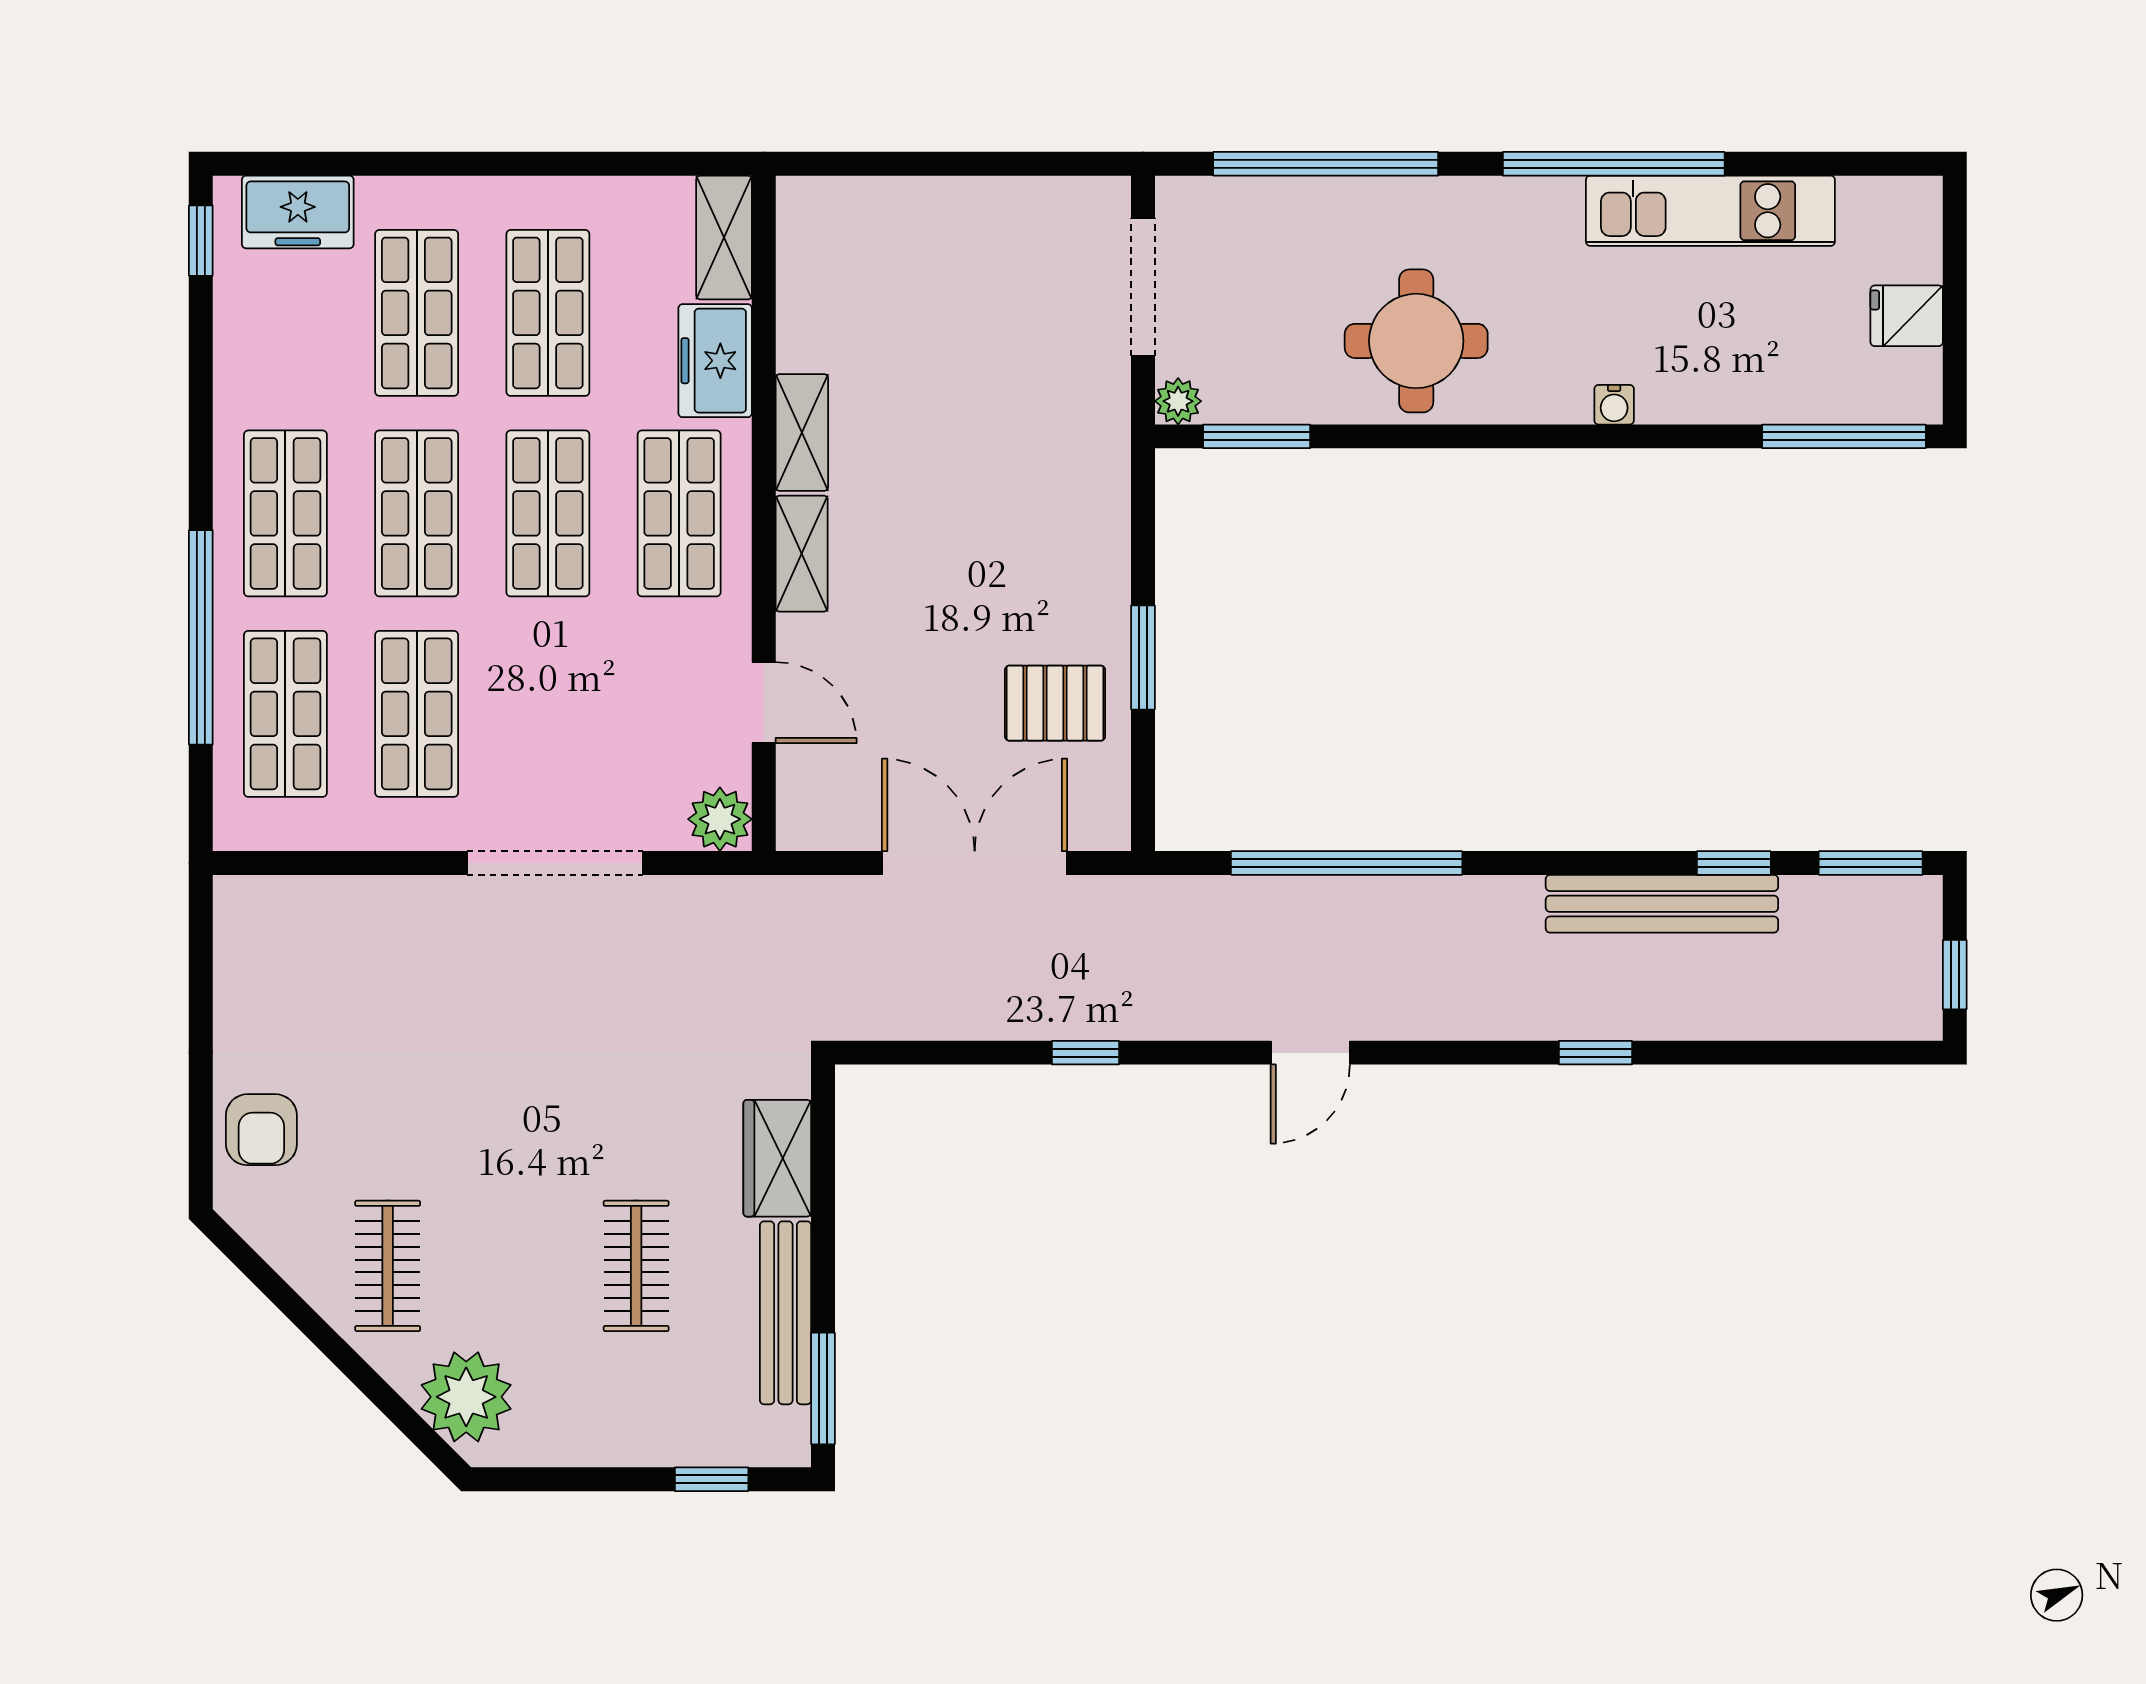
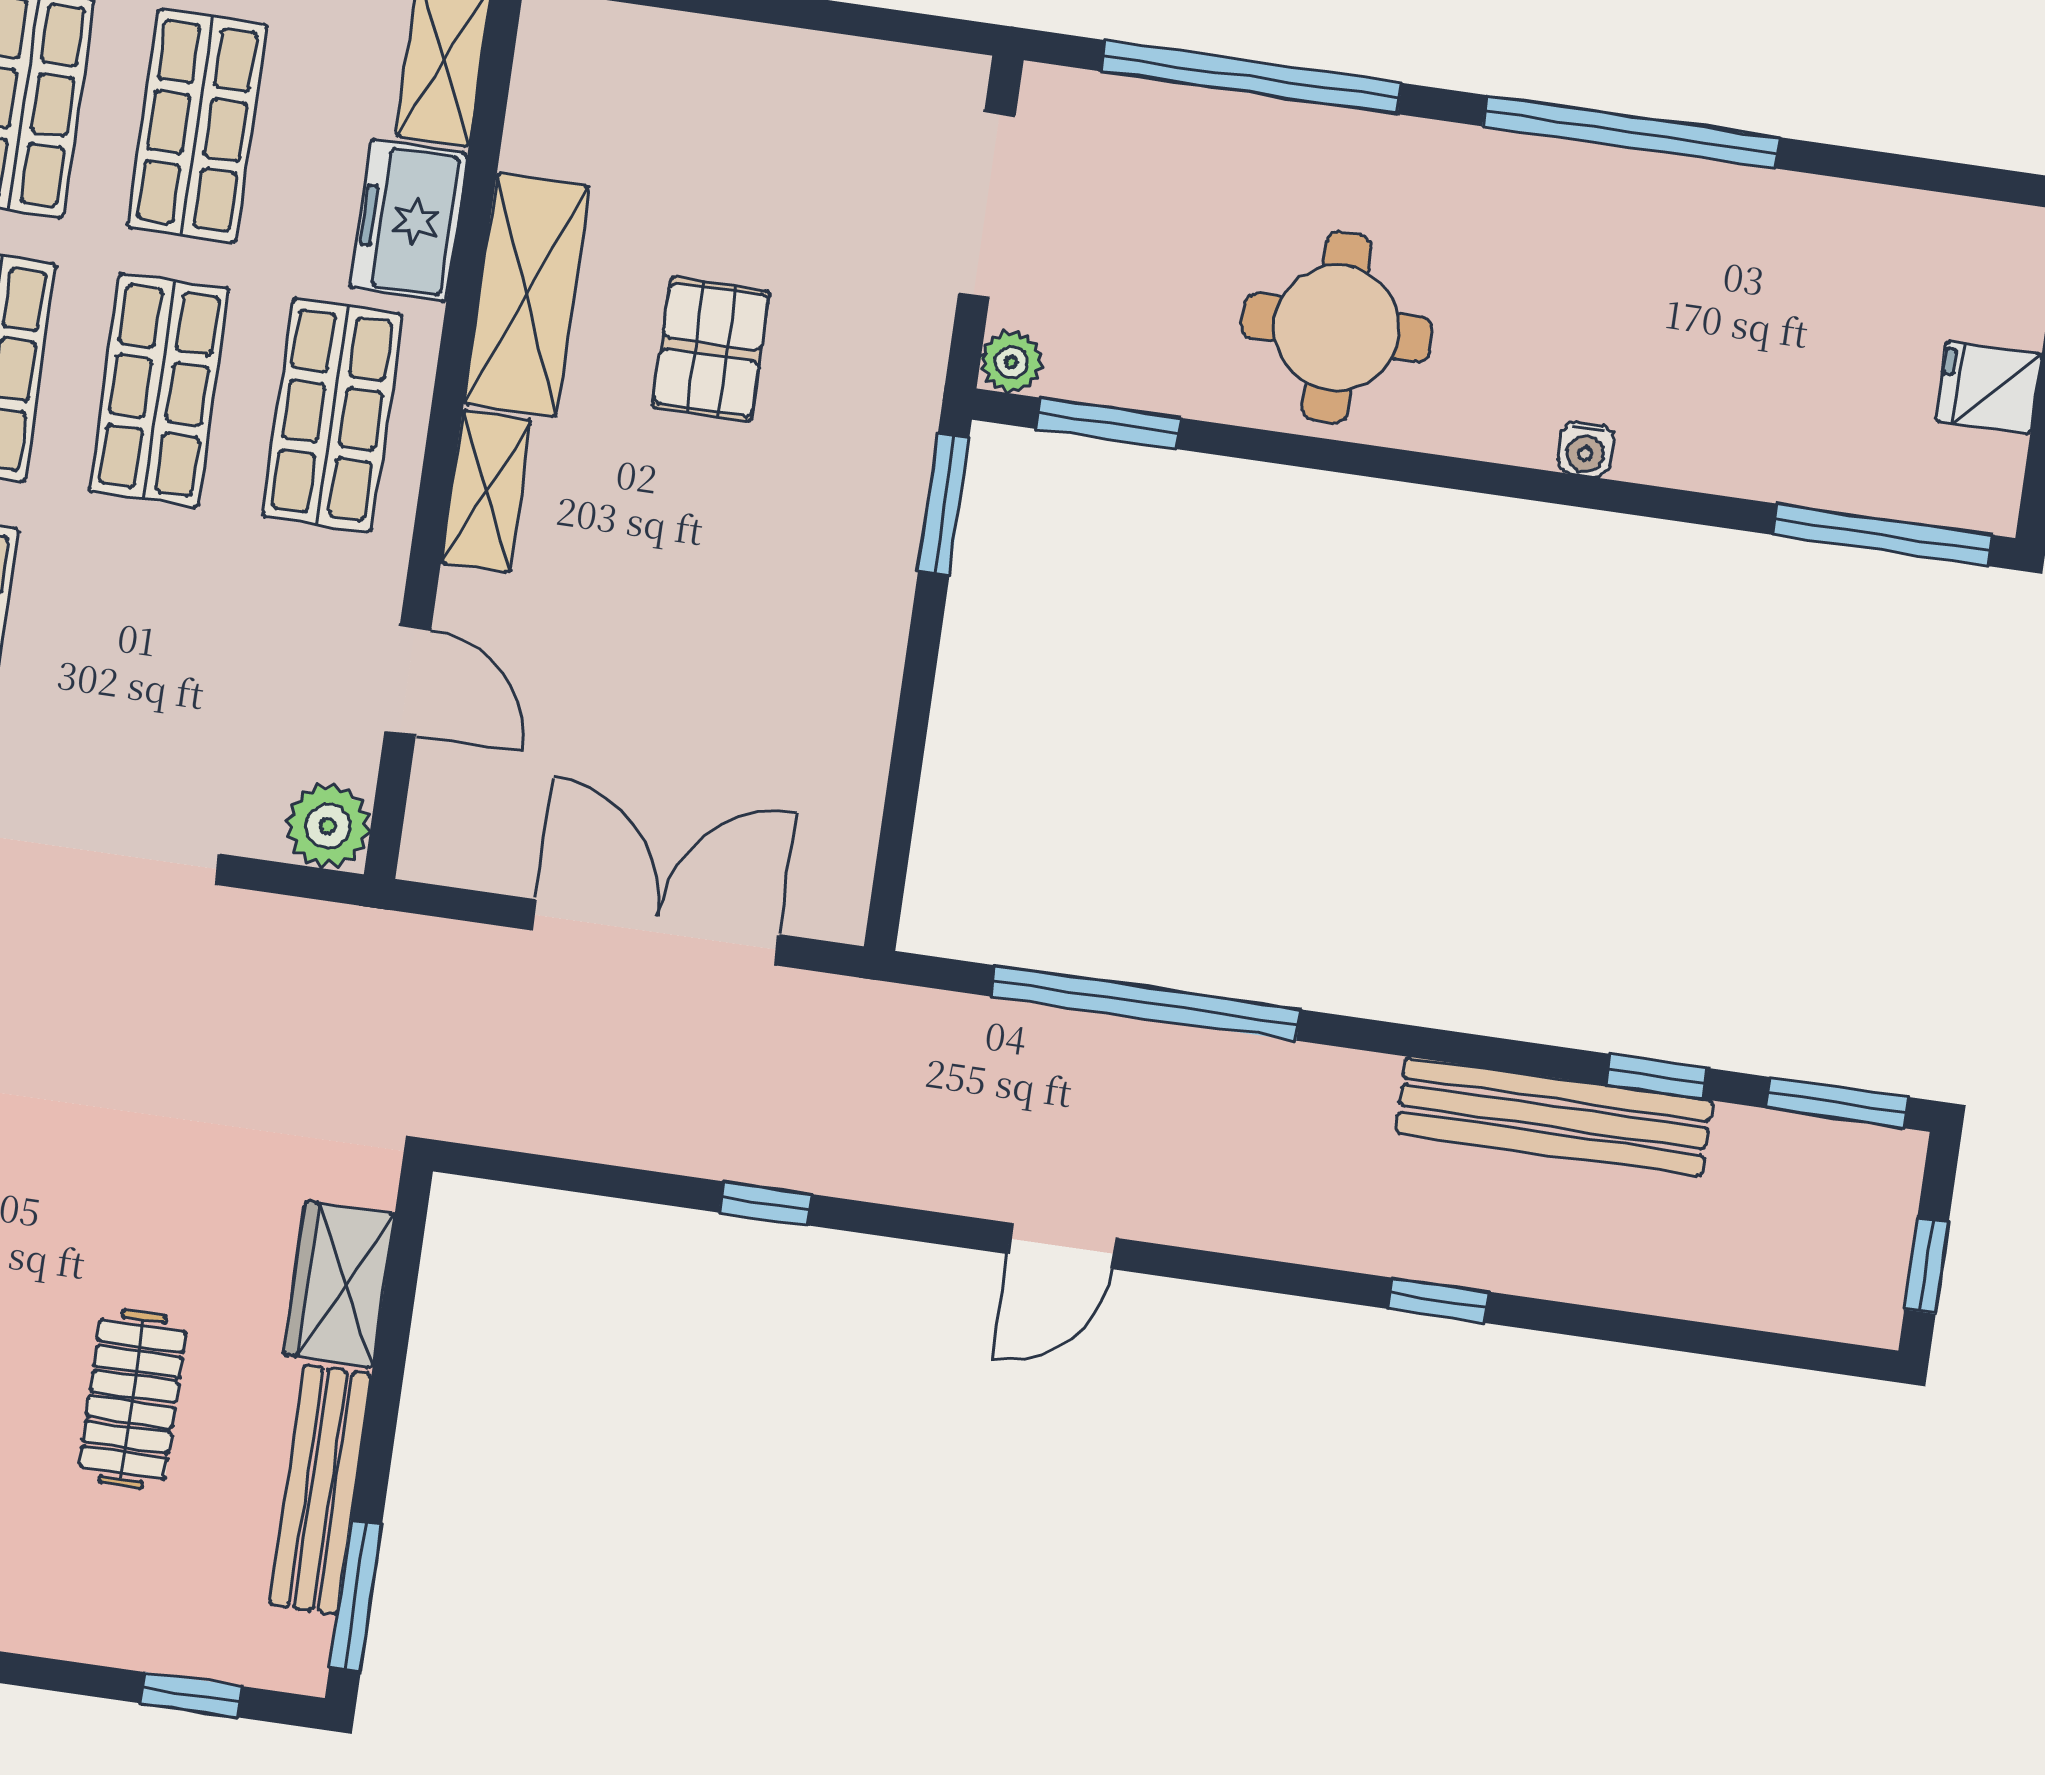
kitchen unit: (1710, 211) -> (1750, 212), removed
shelving: (802, 433) -> (526, 295), width x1.50, depth x1.33
window: (1143, 657) -> (944, 505), moved
pallet: (1055, 703) -> (711, 349), moved, turned 90

